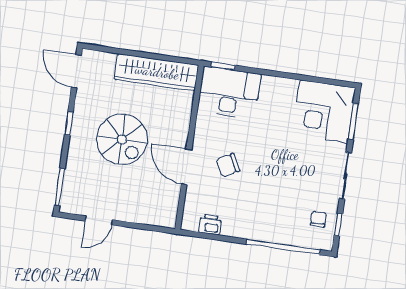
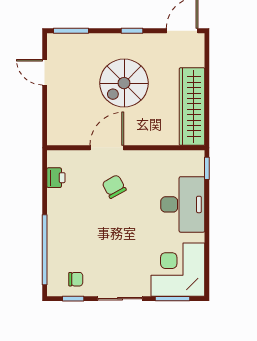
desk: (229, 93) -> (183, 204), moved

